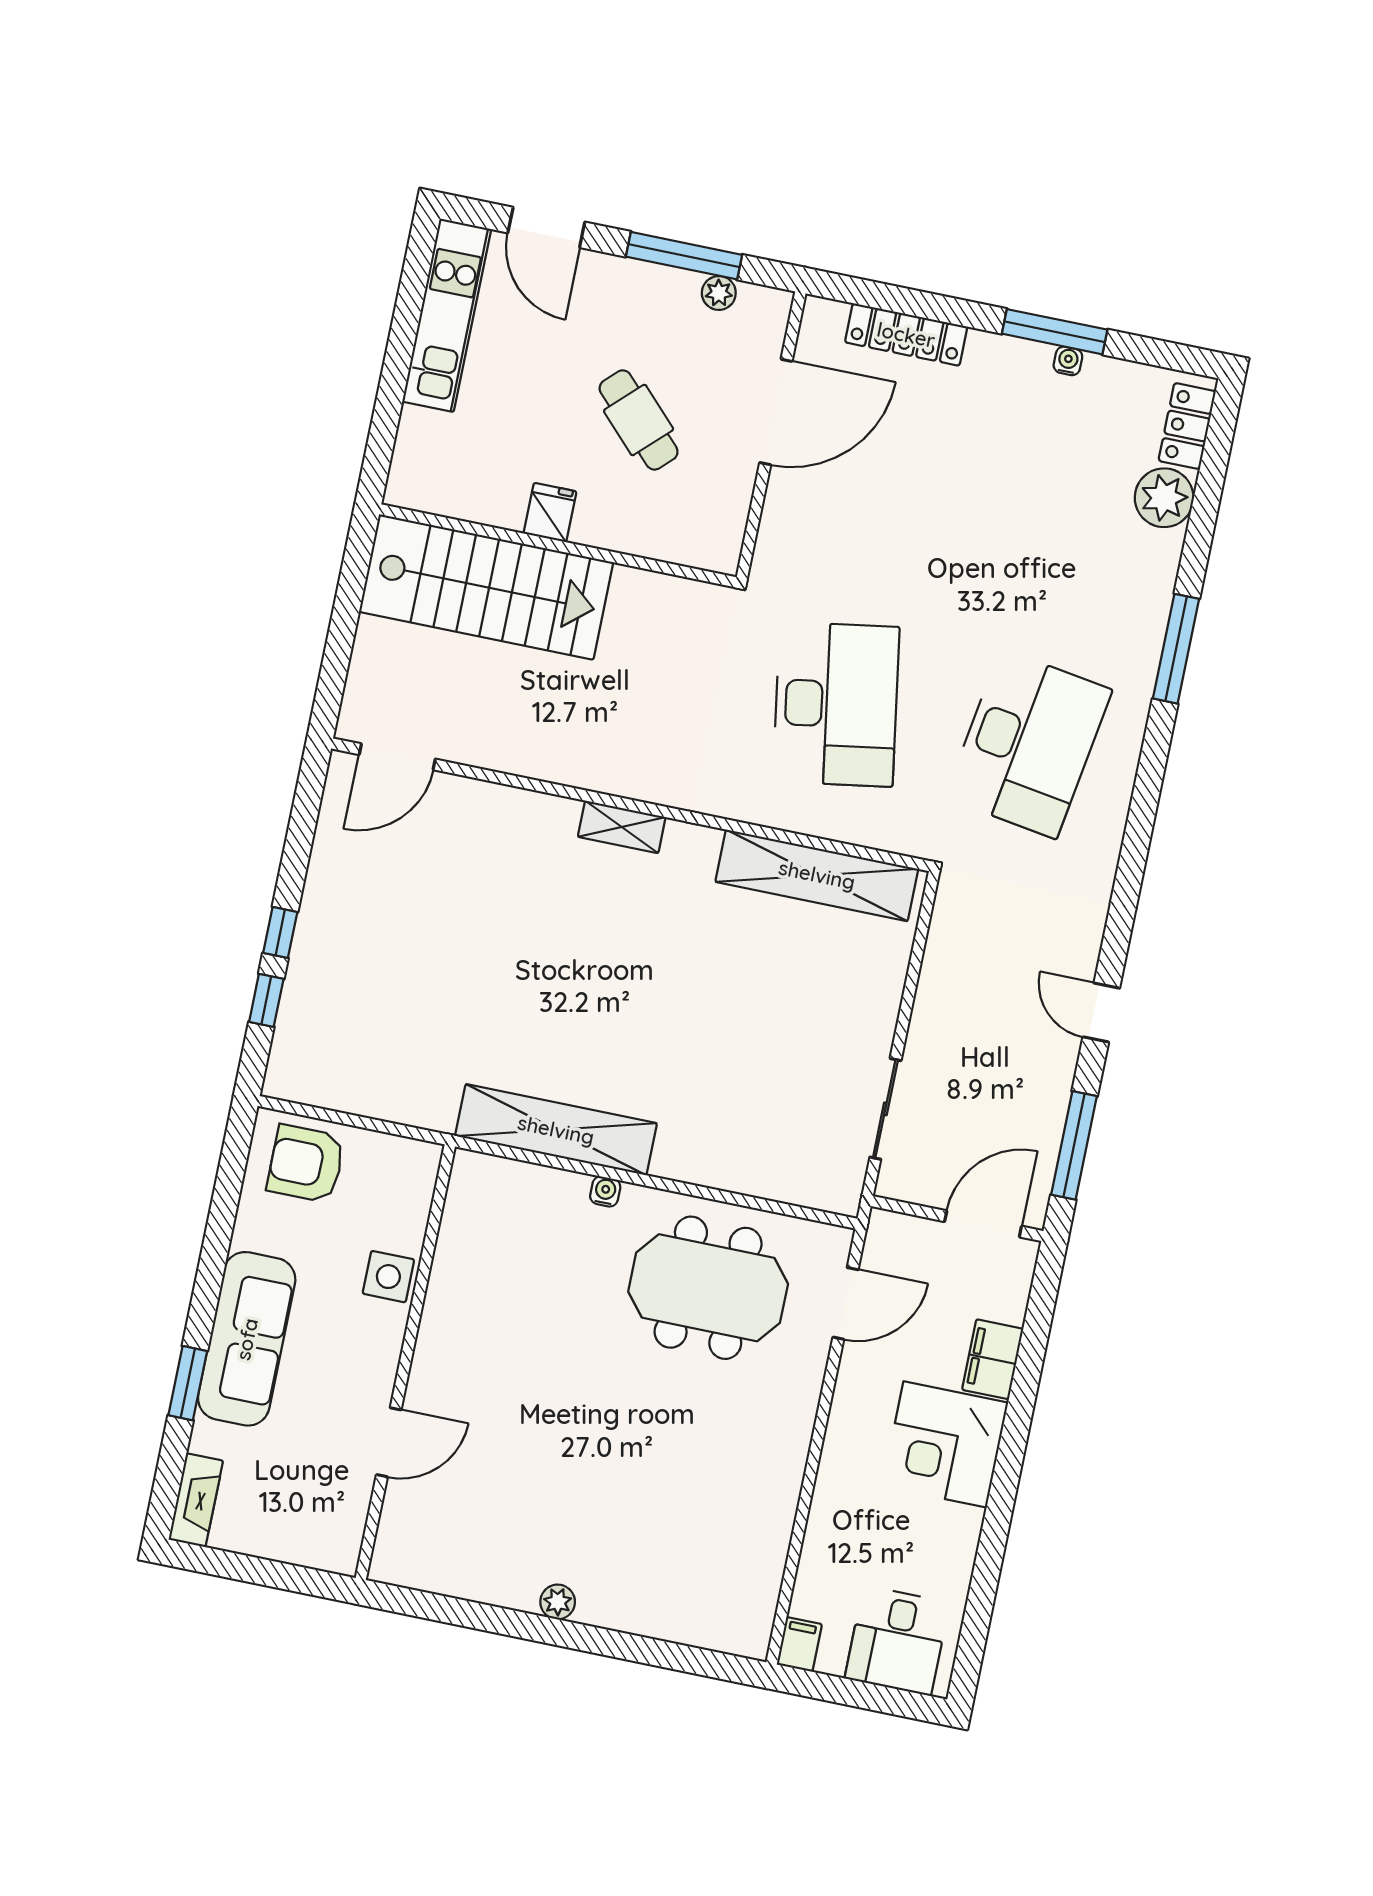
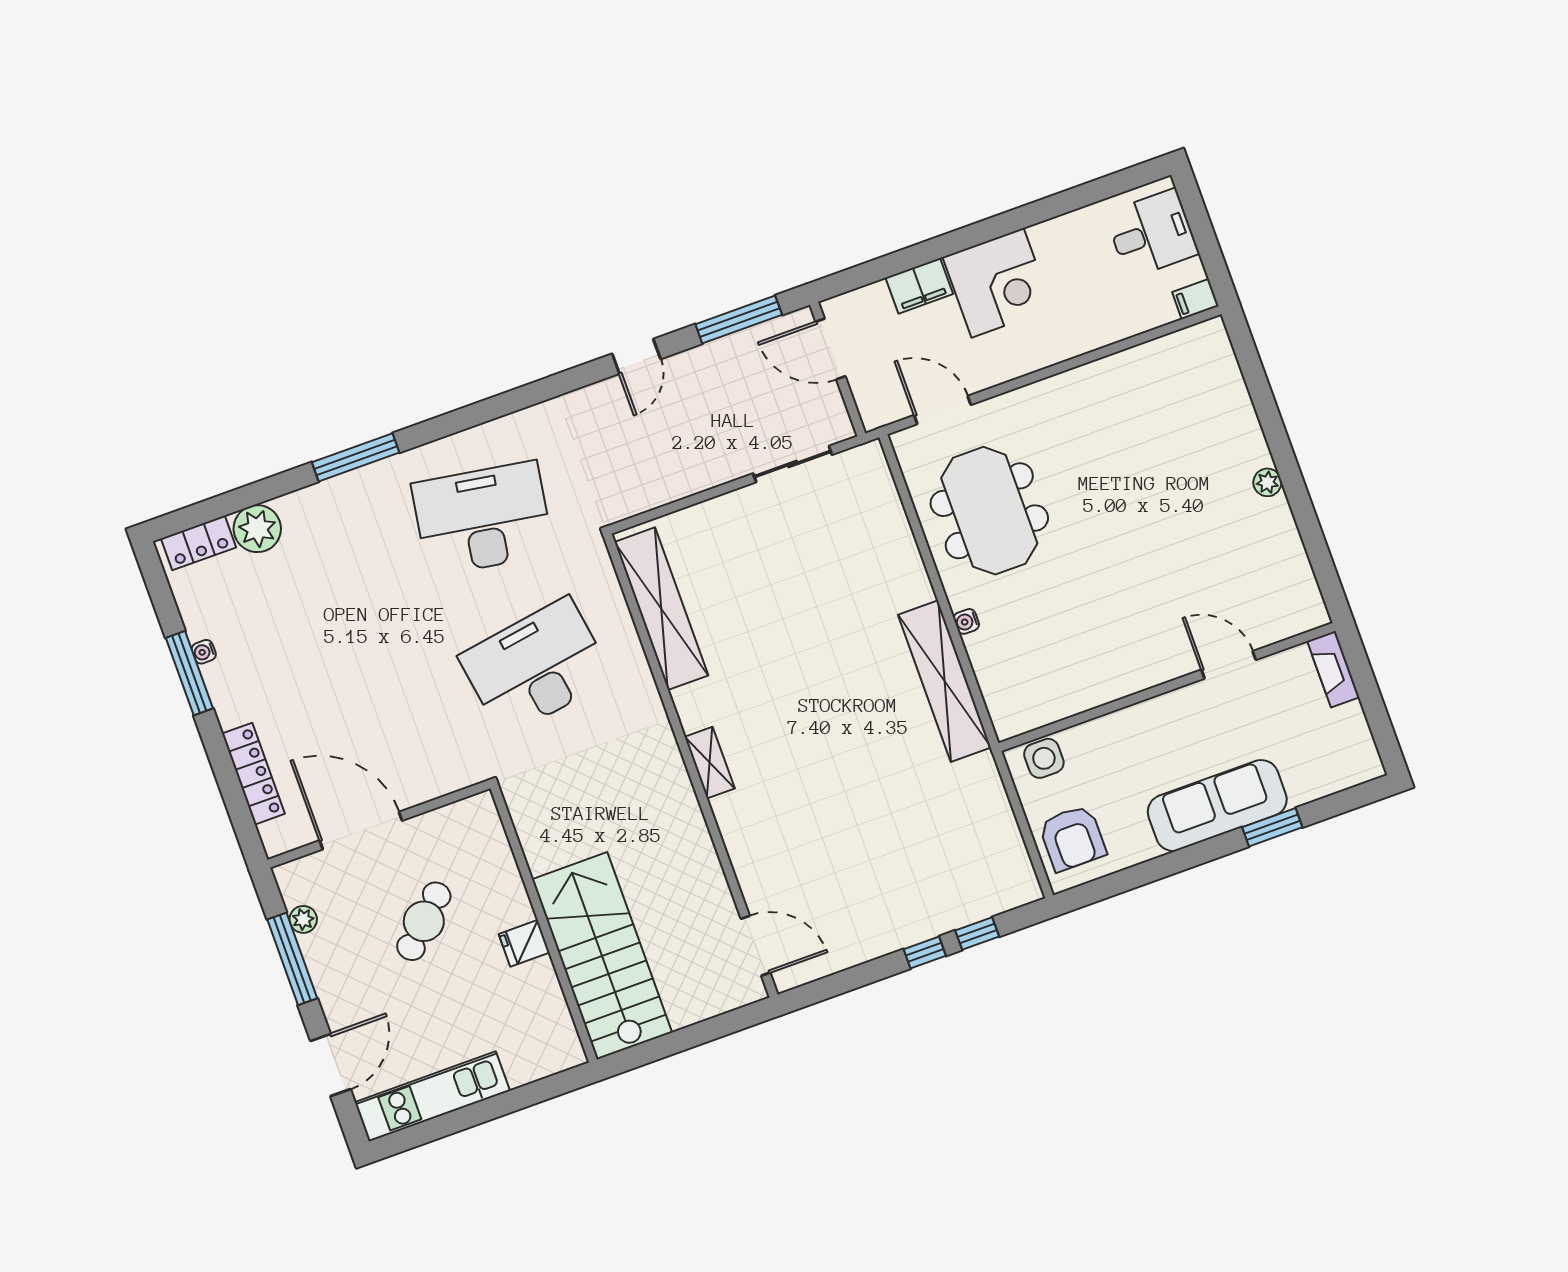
side table: (388, 1277) -> (1044, 758), moved
fireplace: (196, 1500) -> (1333, 669), moved, turned -90

